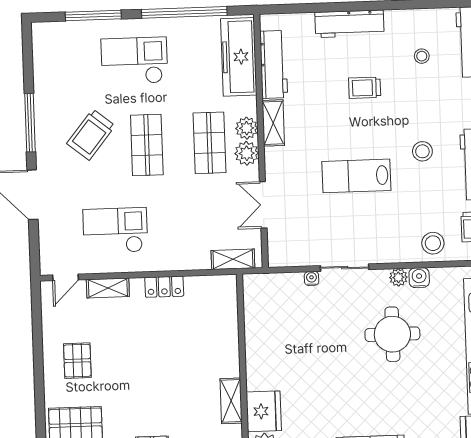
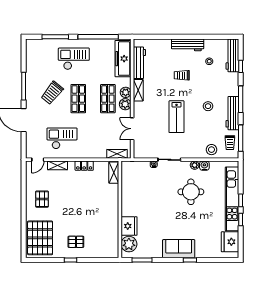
workbench: (349, 24) -> (188, 45), moved
lab bench: (356, 176) -> (177, 117), turned -90
shelving: (231, 401) -> (114, 173), moved

